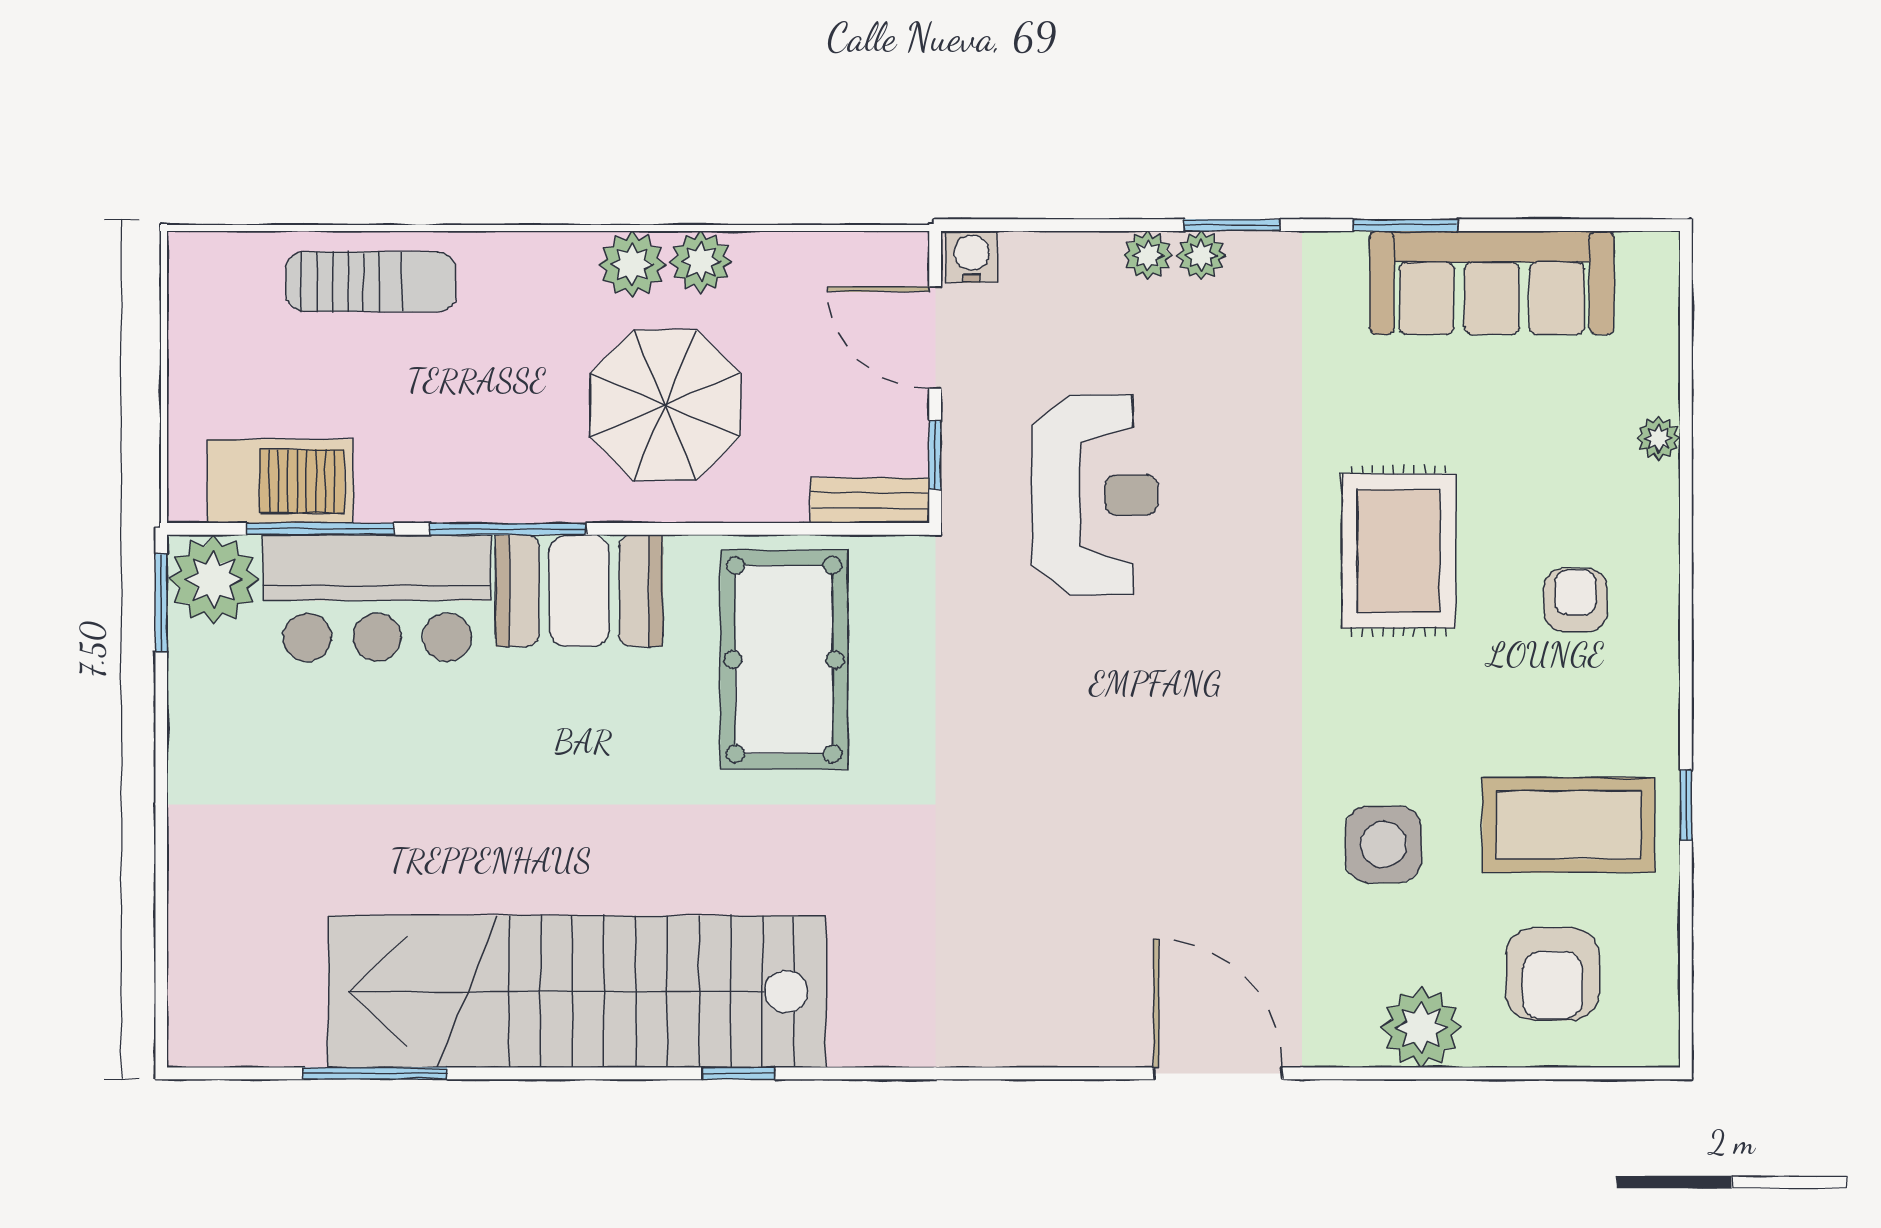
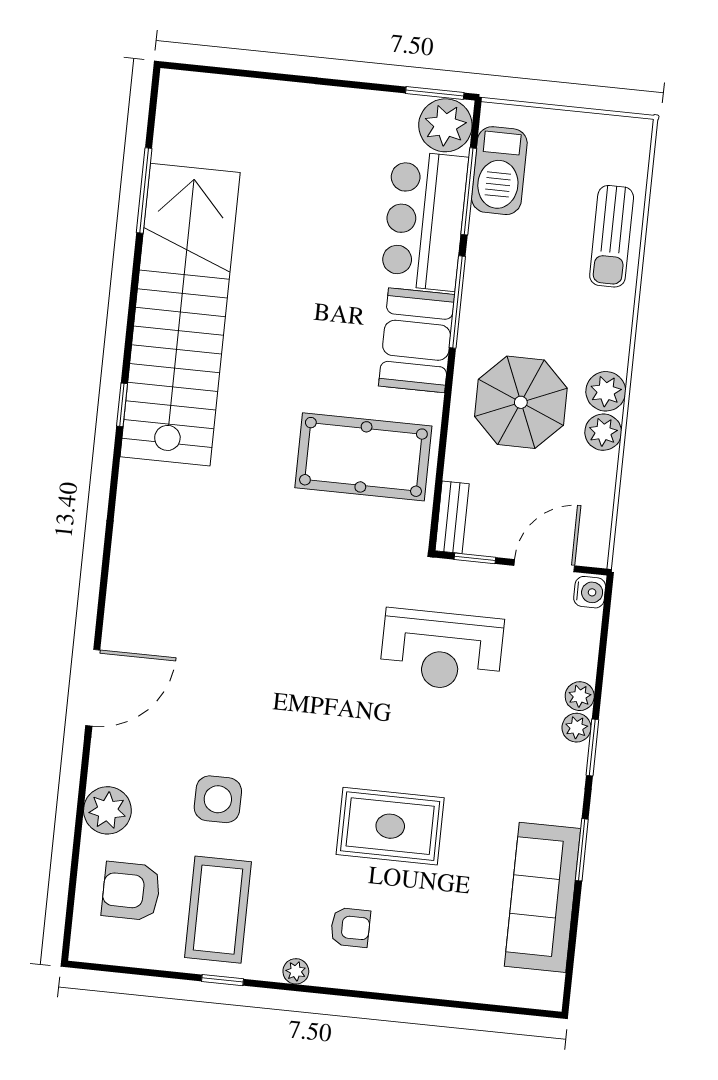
plant: (1659, 438) -> (296, 971), moved

